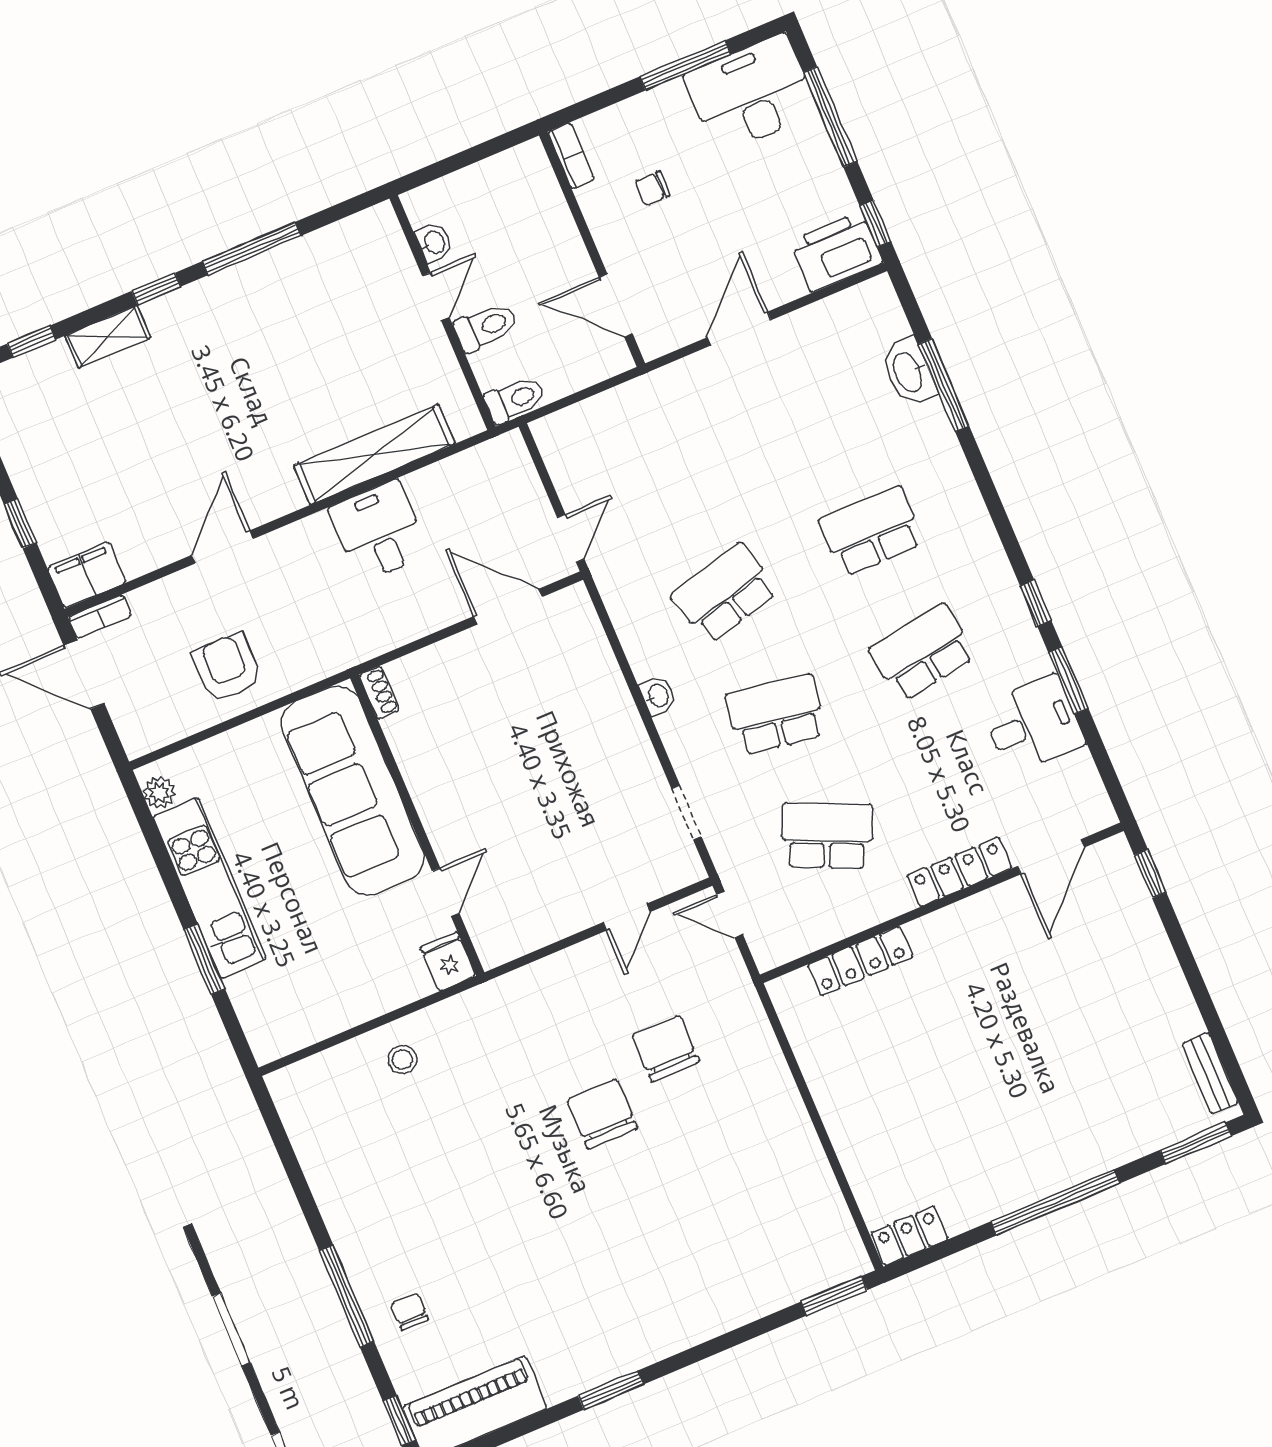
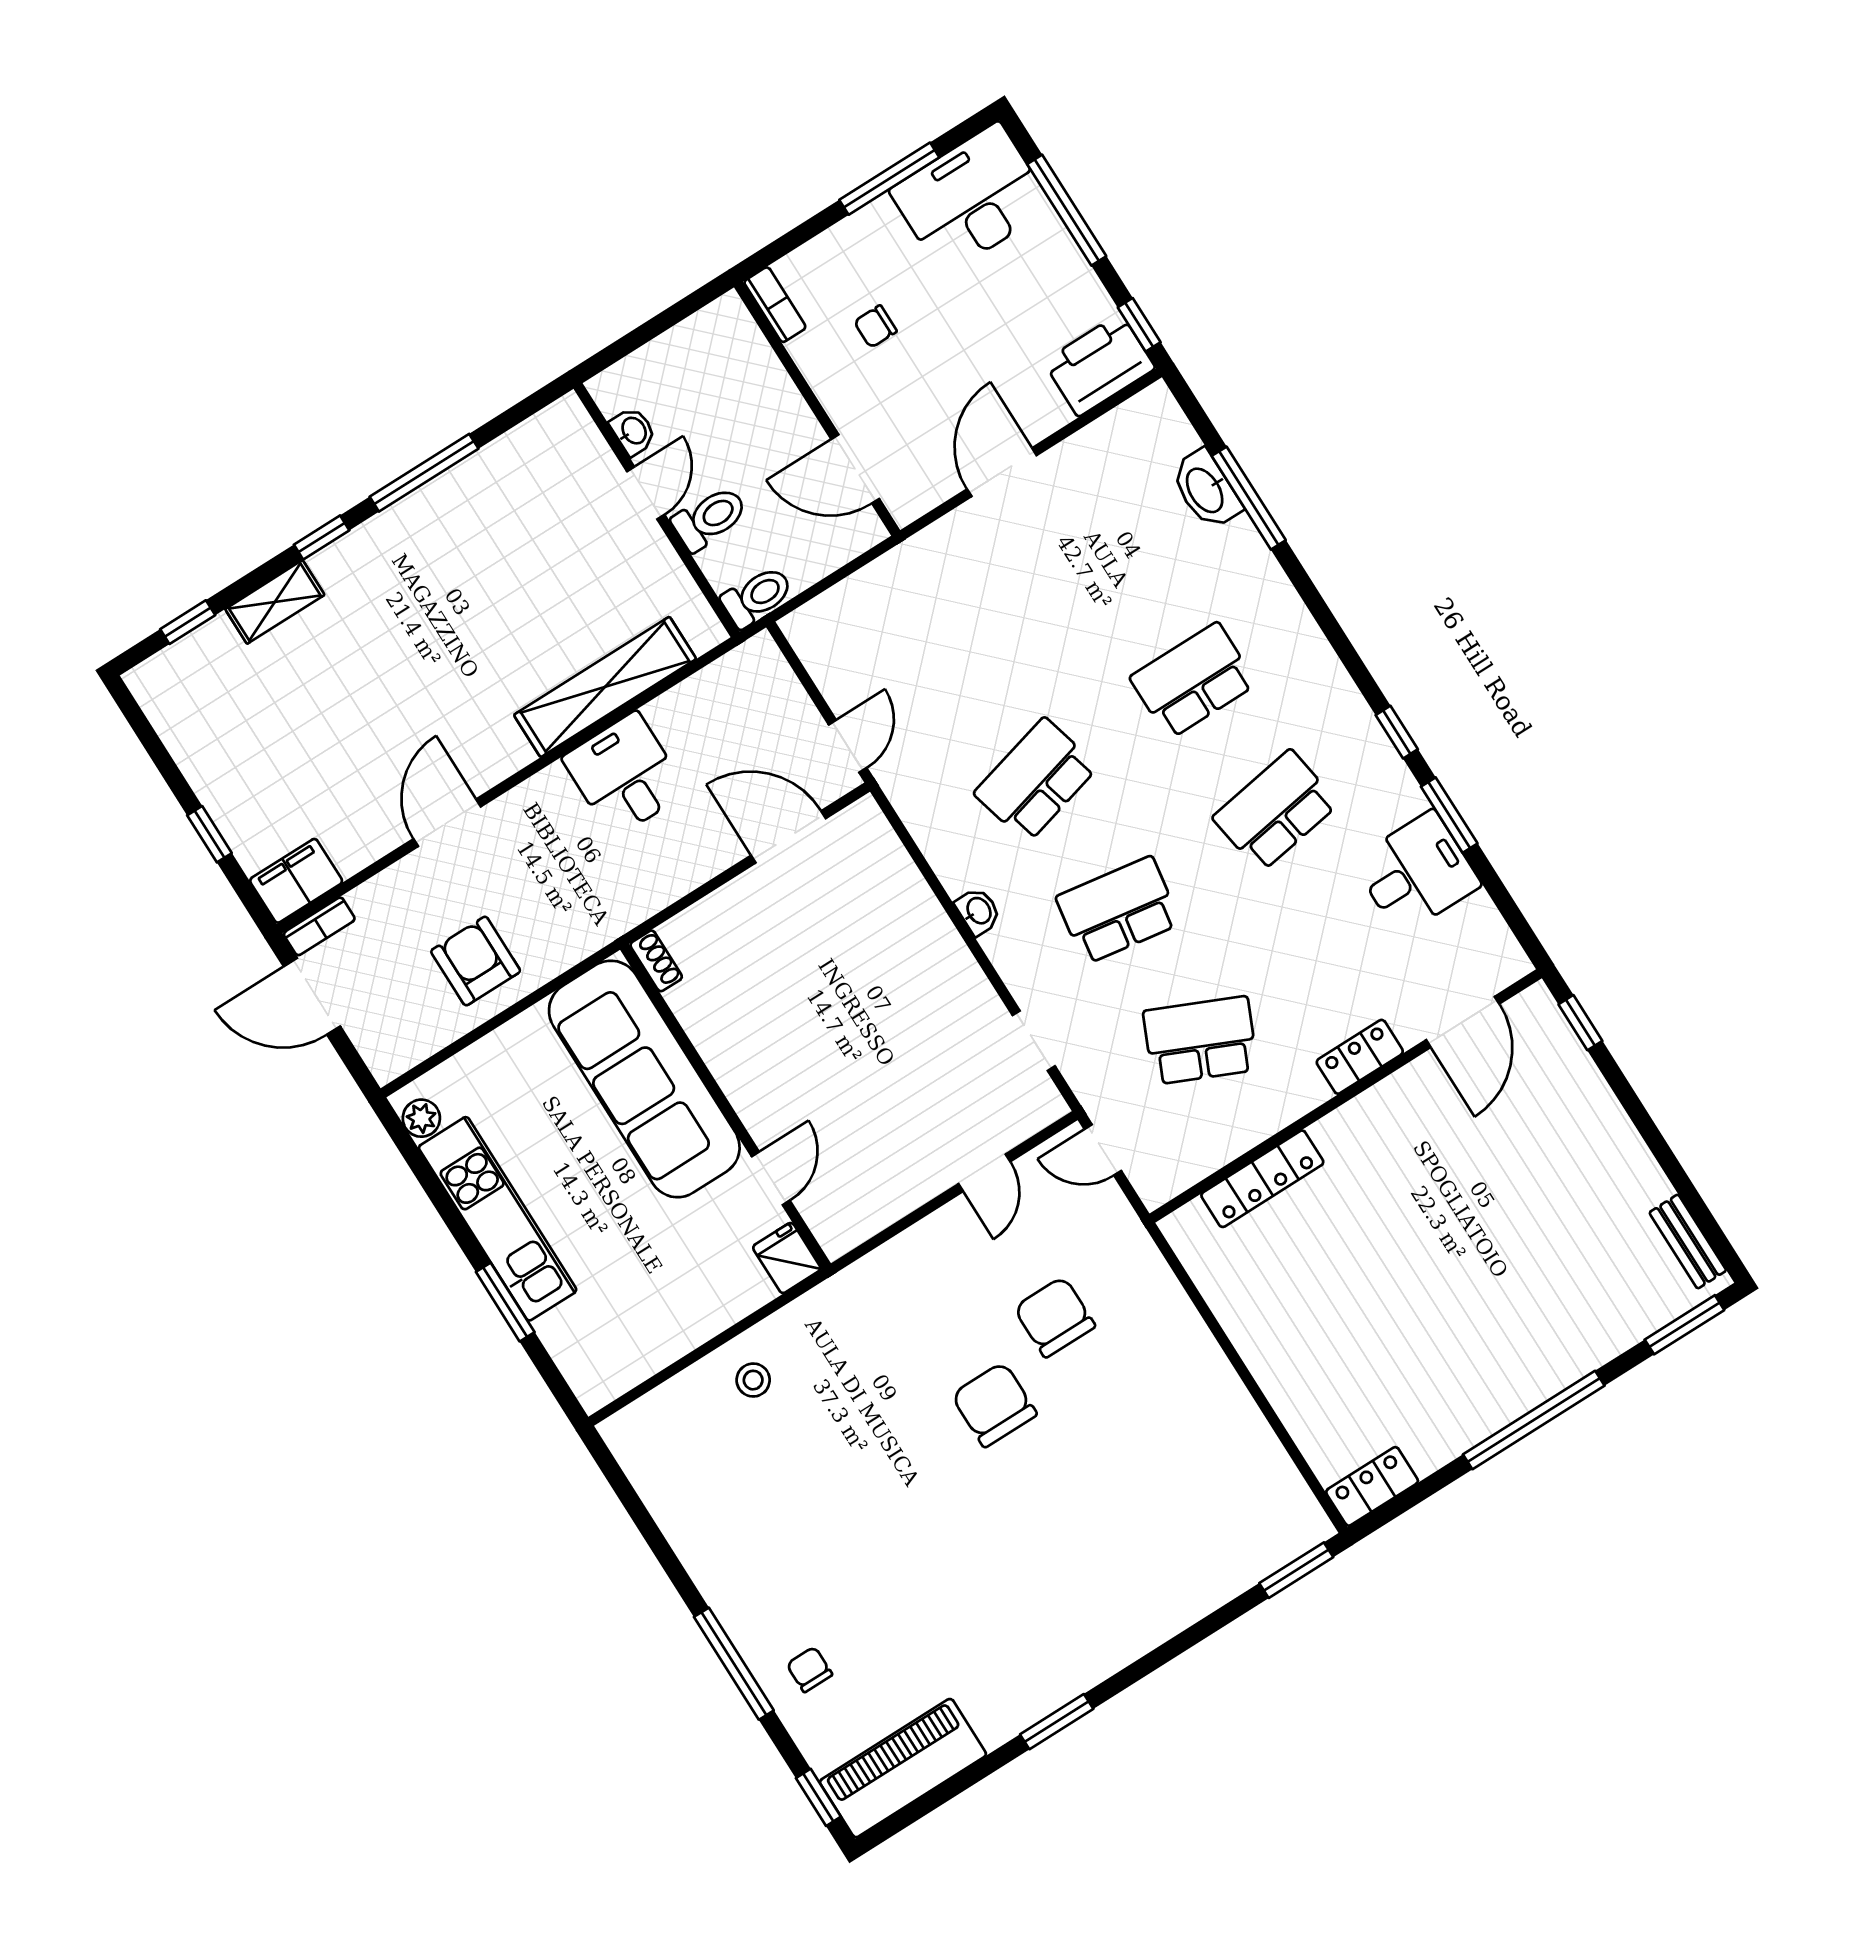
locker: (959, 872) -> (1360, 1057), width x0.66

